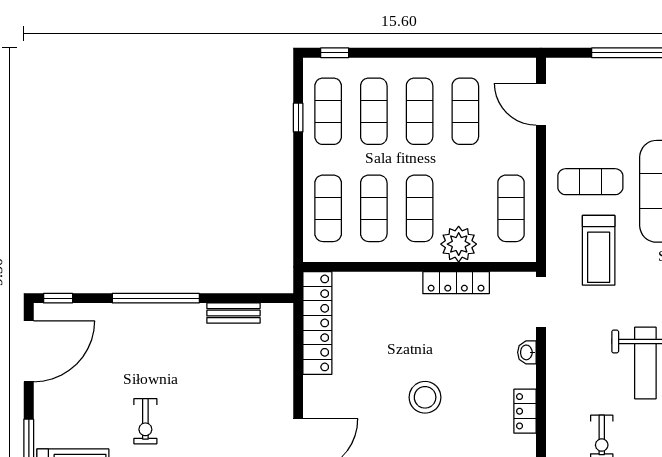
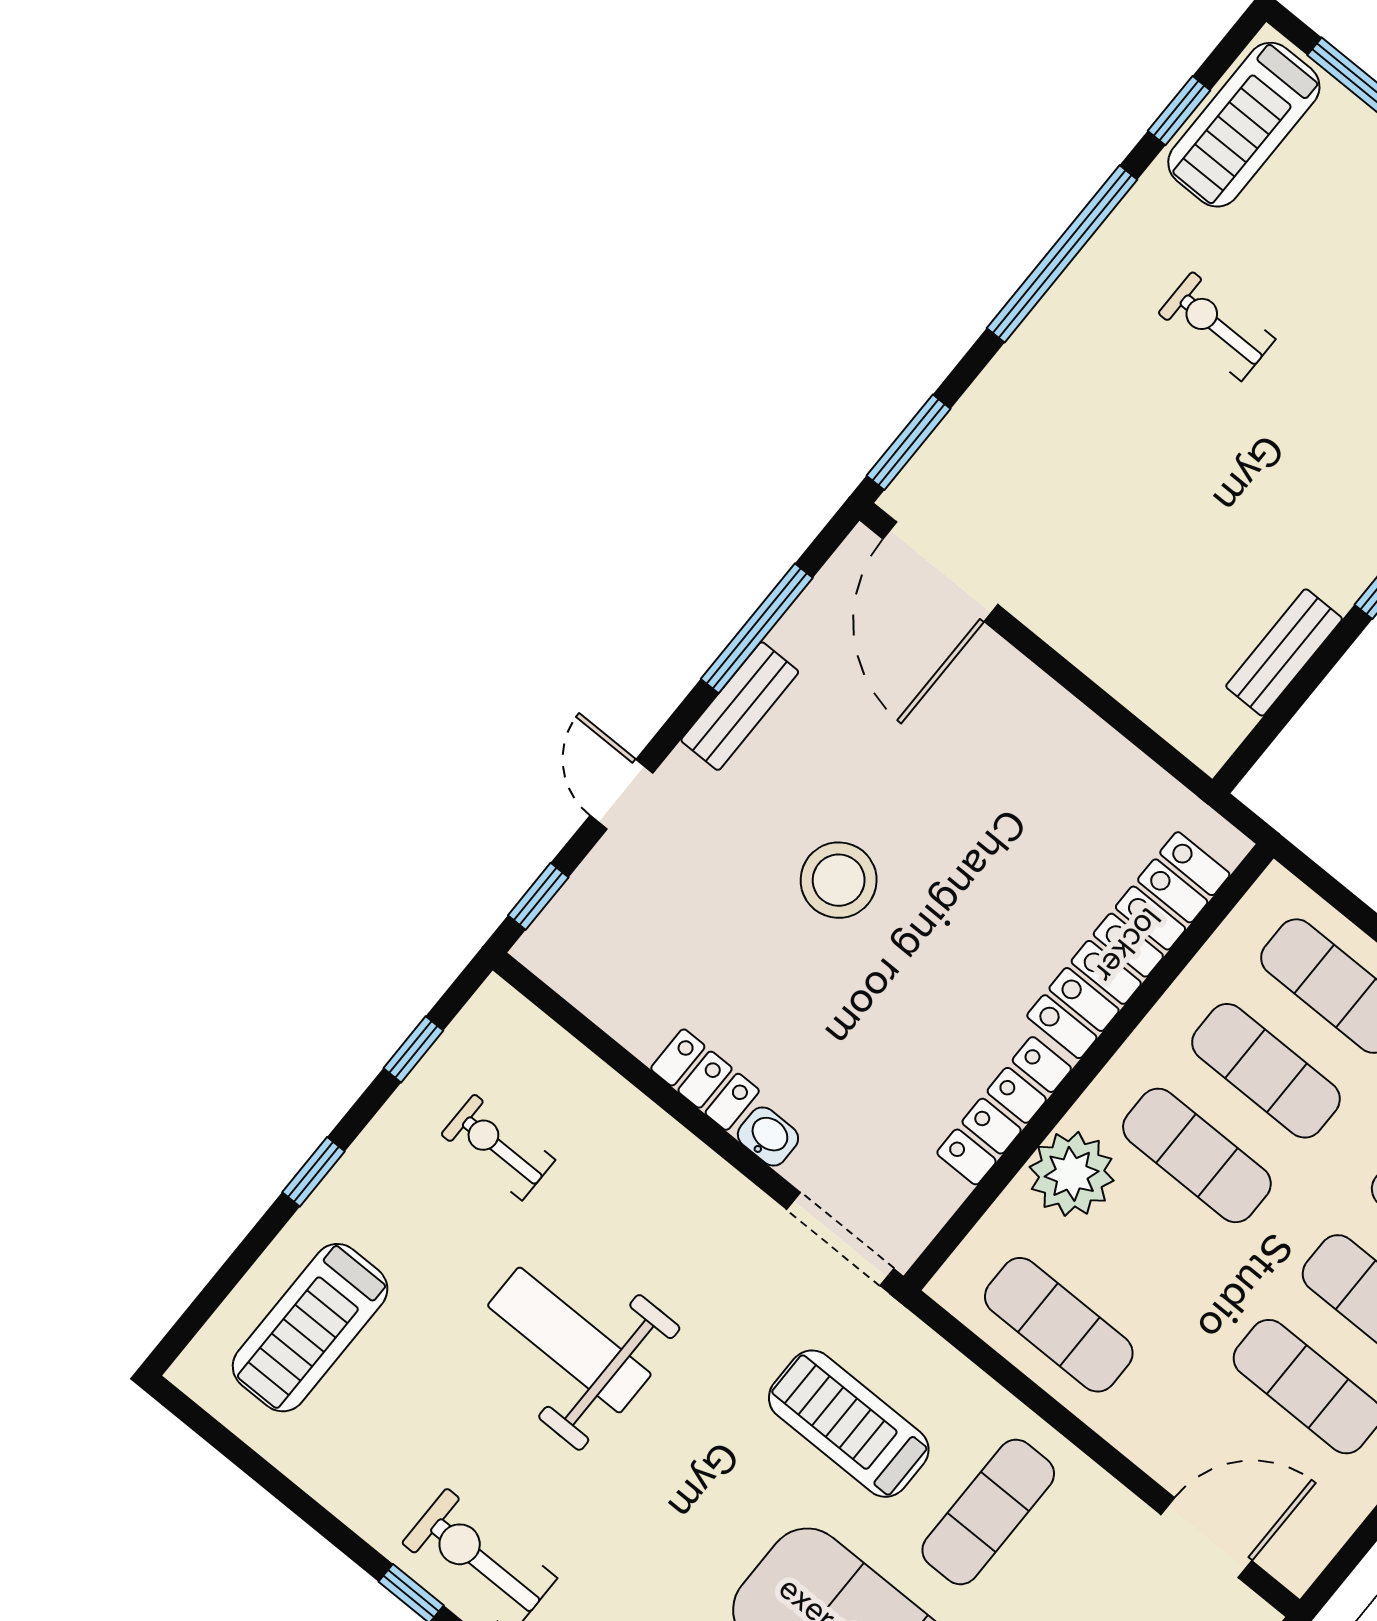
locker: (317, 323) -> (1128, 945), moved, turned 90
locker: (525, 411) -> (705, 1080), moved

